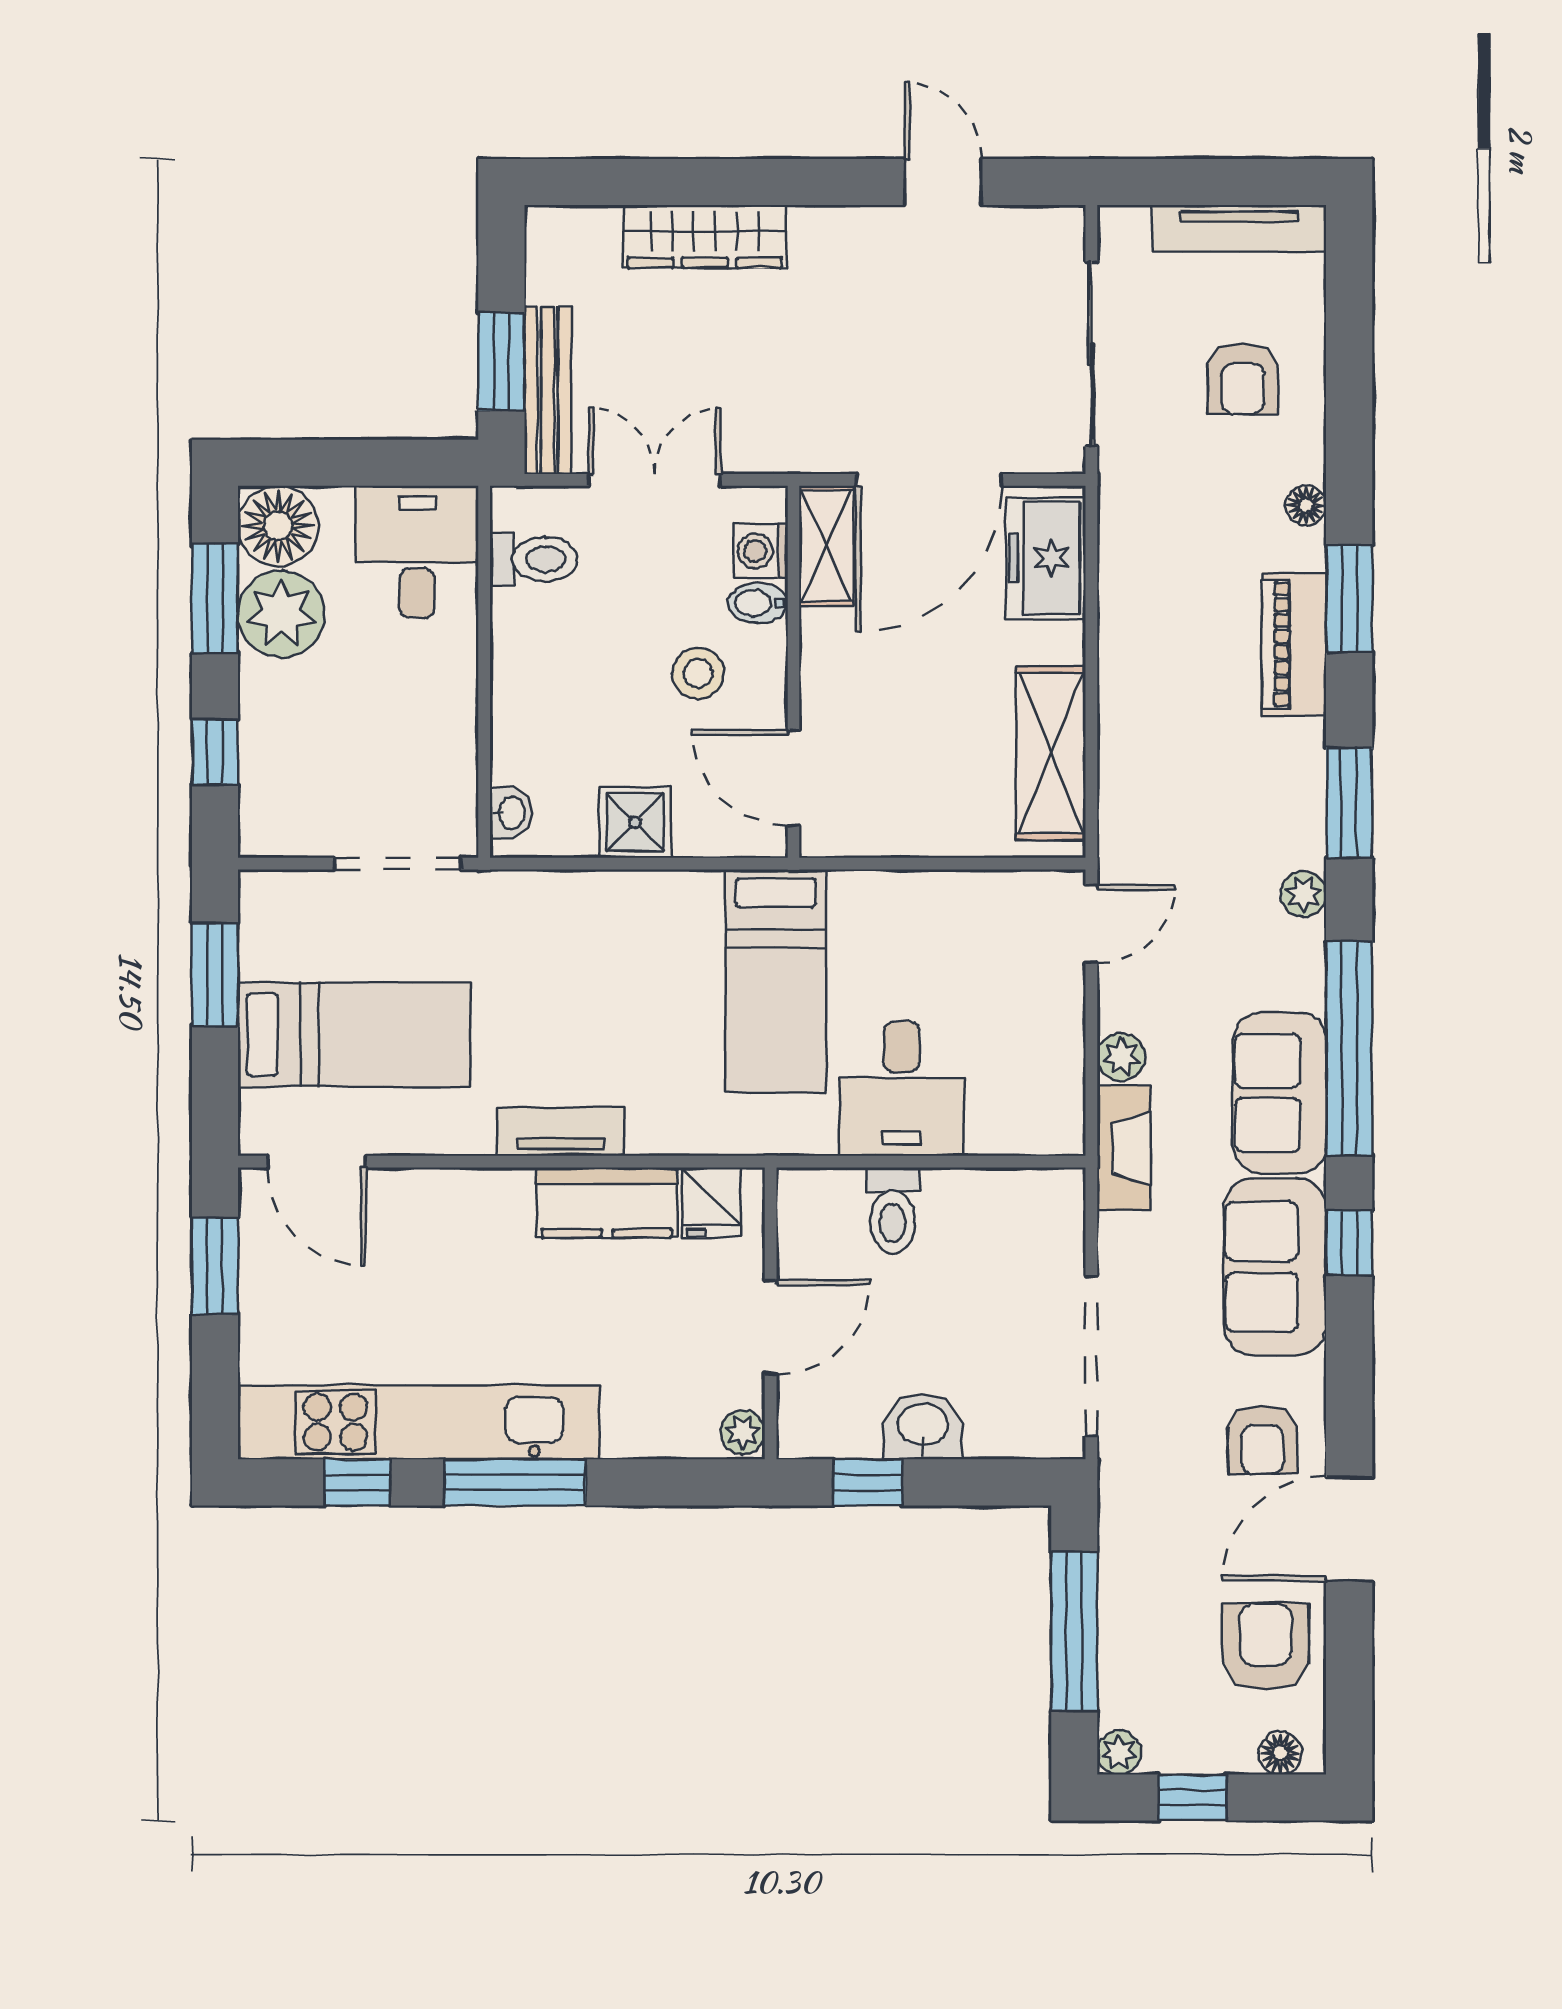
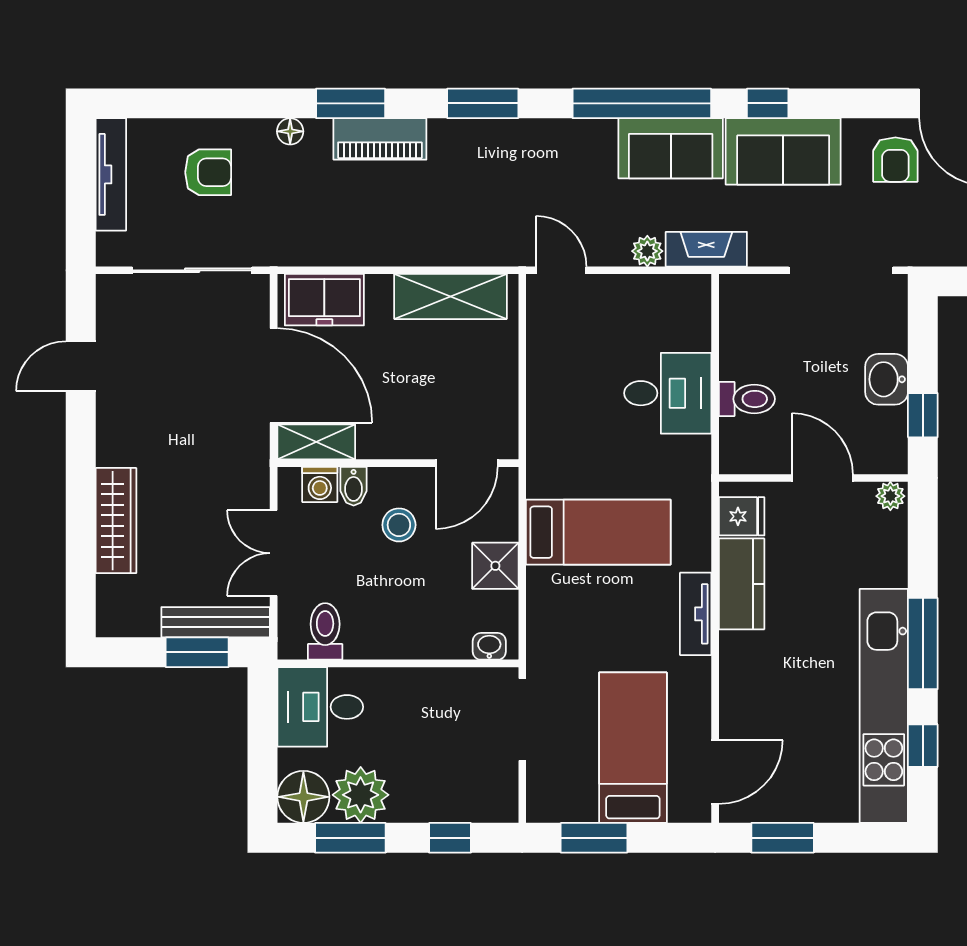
plant: (1303, 894) -> (542, 133), removed
bed: (776, 981) -> (598, 532), moved
armchair: (1262, 1440) -> (895, 160), turned 91

